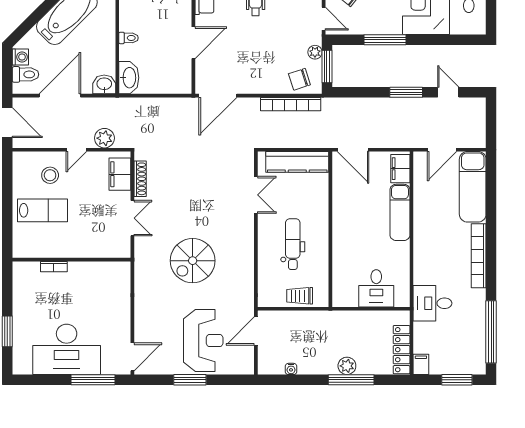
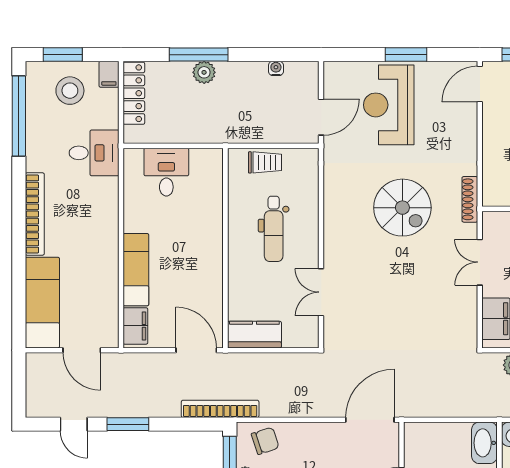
bookcase: (291, 104) -> (220, 409), moved
door: (442, 150) -> (82, 350), swing flipped
kitchen counter: (297, 162) -> (254, 335), width x0.67
shoe rack: (140, 179) -> (470, 199), moved
spiral stairs: (193, 261) -> (402, 208), turned 90
stool: (451, 352) -> (70, 91), added

